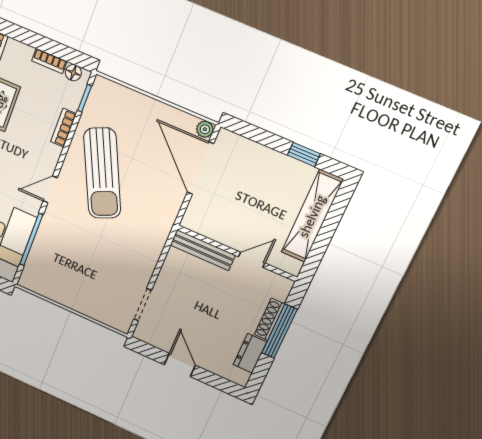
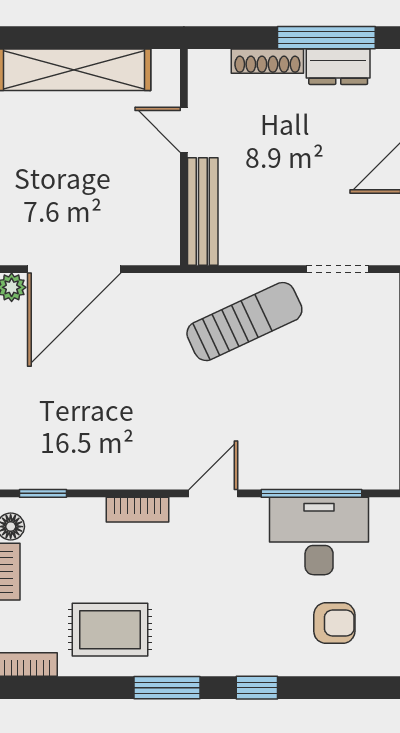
bookcase: (63, 128) -> (138, 510), moved
sun lounger: (102, 173) -> (244, 322), moved, width x0.73, depth x0.75
door: (50, 189) -> (213, 493), swing flipped
window: (279, 331) -> (326, 38), moved

